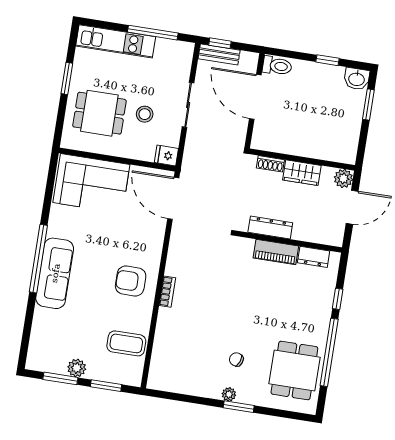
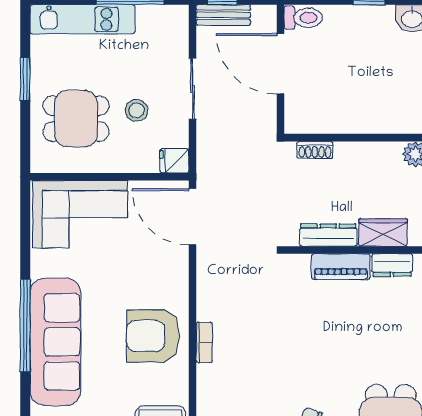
wardrobe: (302, 173) -> (383, 232), moved, turned 180
sofa: (55, 273) -> (55, 342), width x1.36, depth x1.27
armchair: (131, 281) -> (153, 336), width x1.36, depth x1.36

